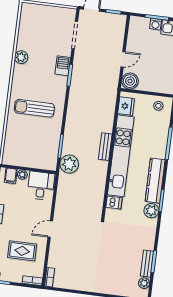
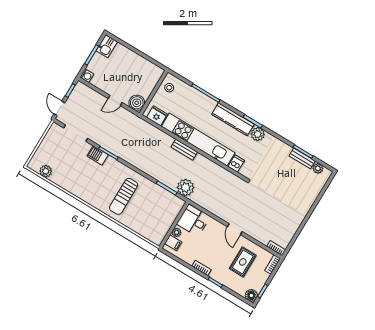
washing machine: (156, 24) -> (87, 76), moved
plant: (21, 57) -> (46, 171), moved
door: (123, 59) -> (115, 100), swing flipped

